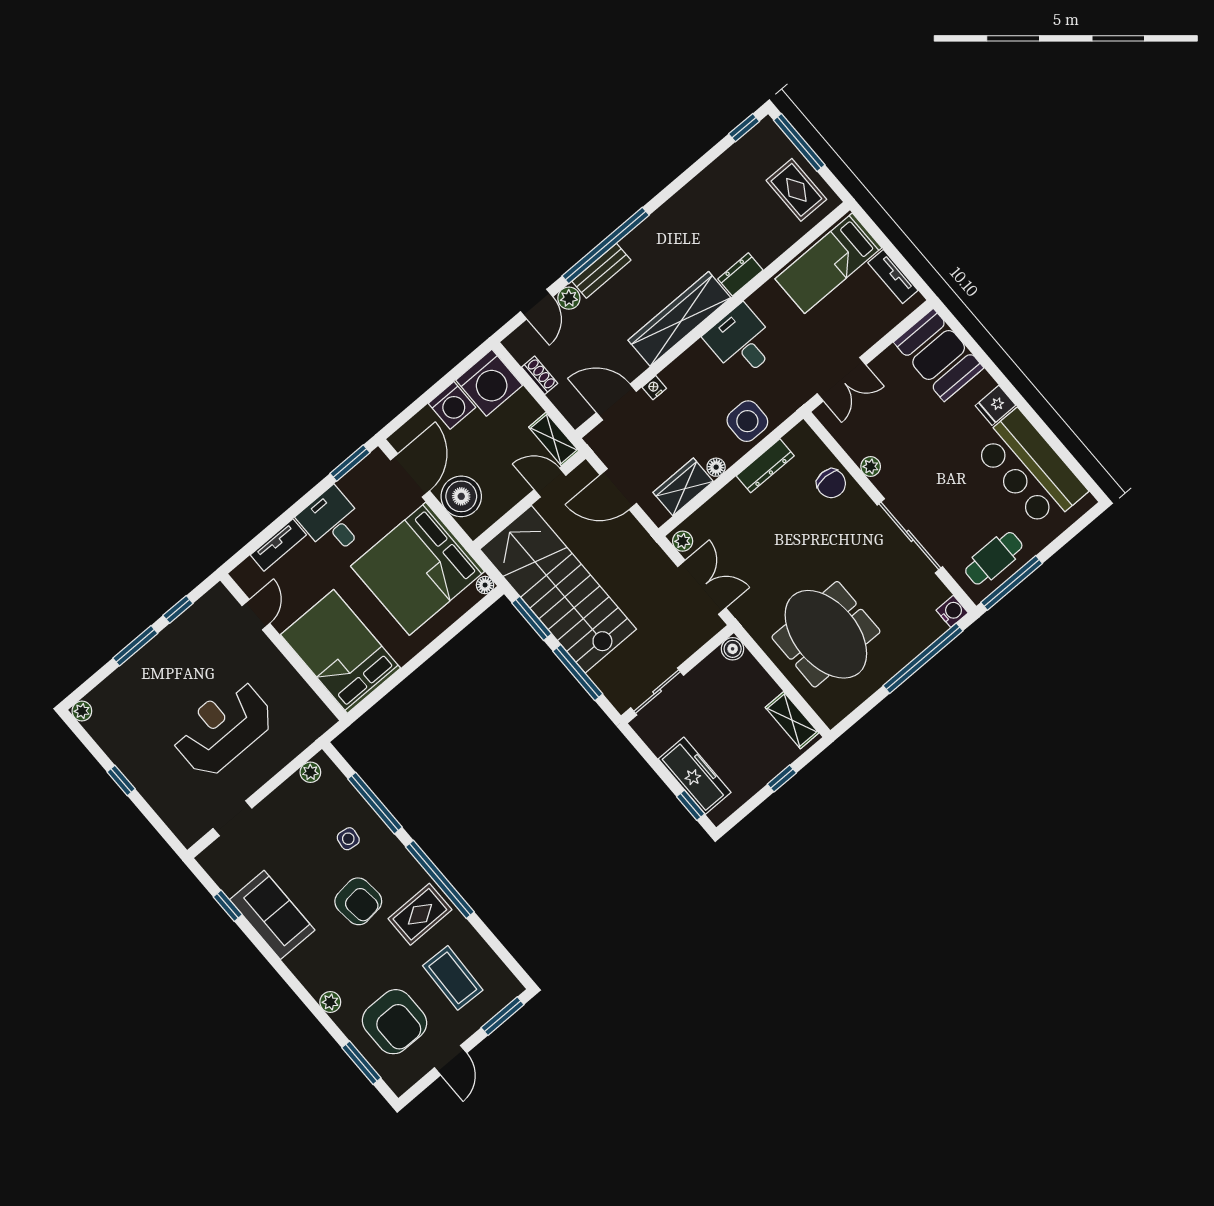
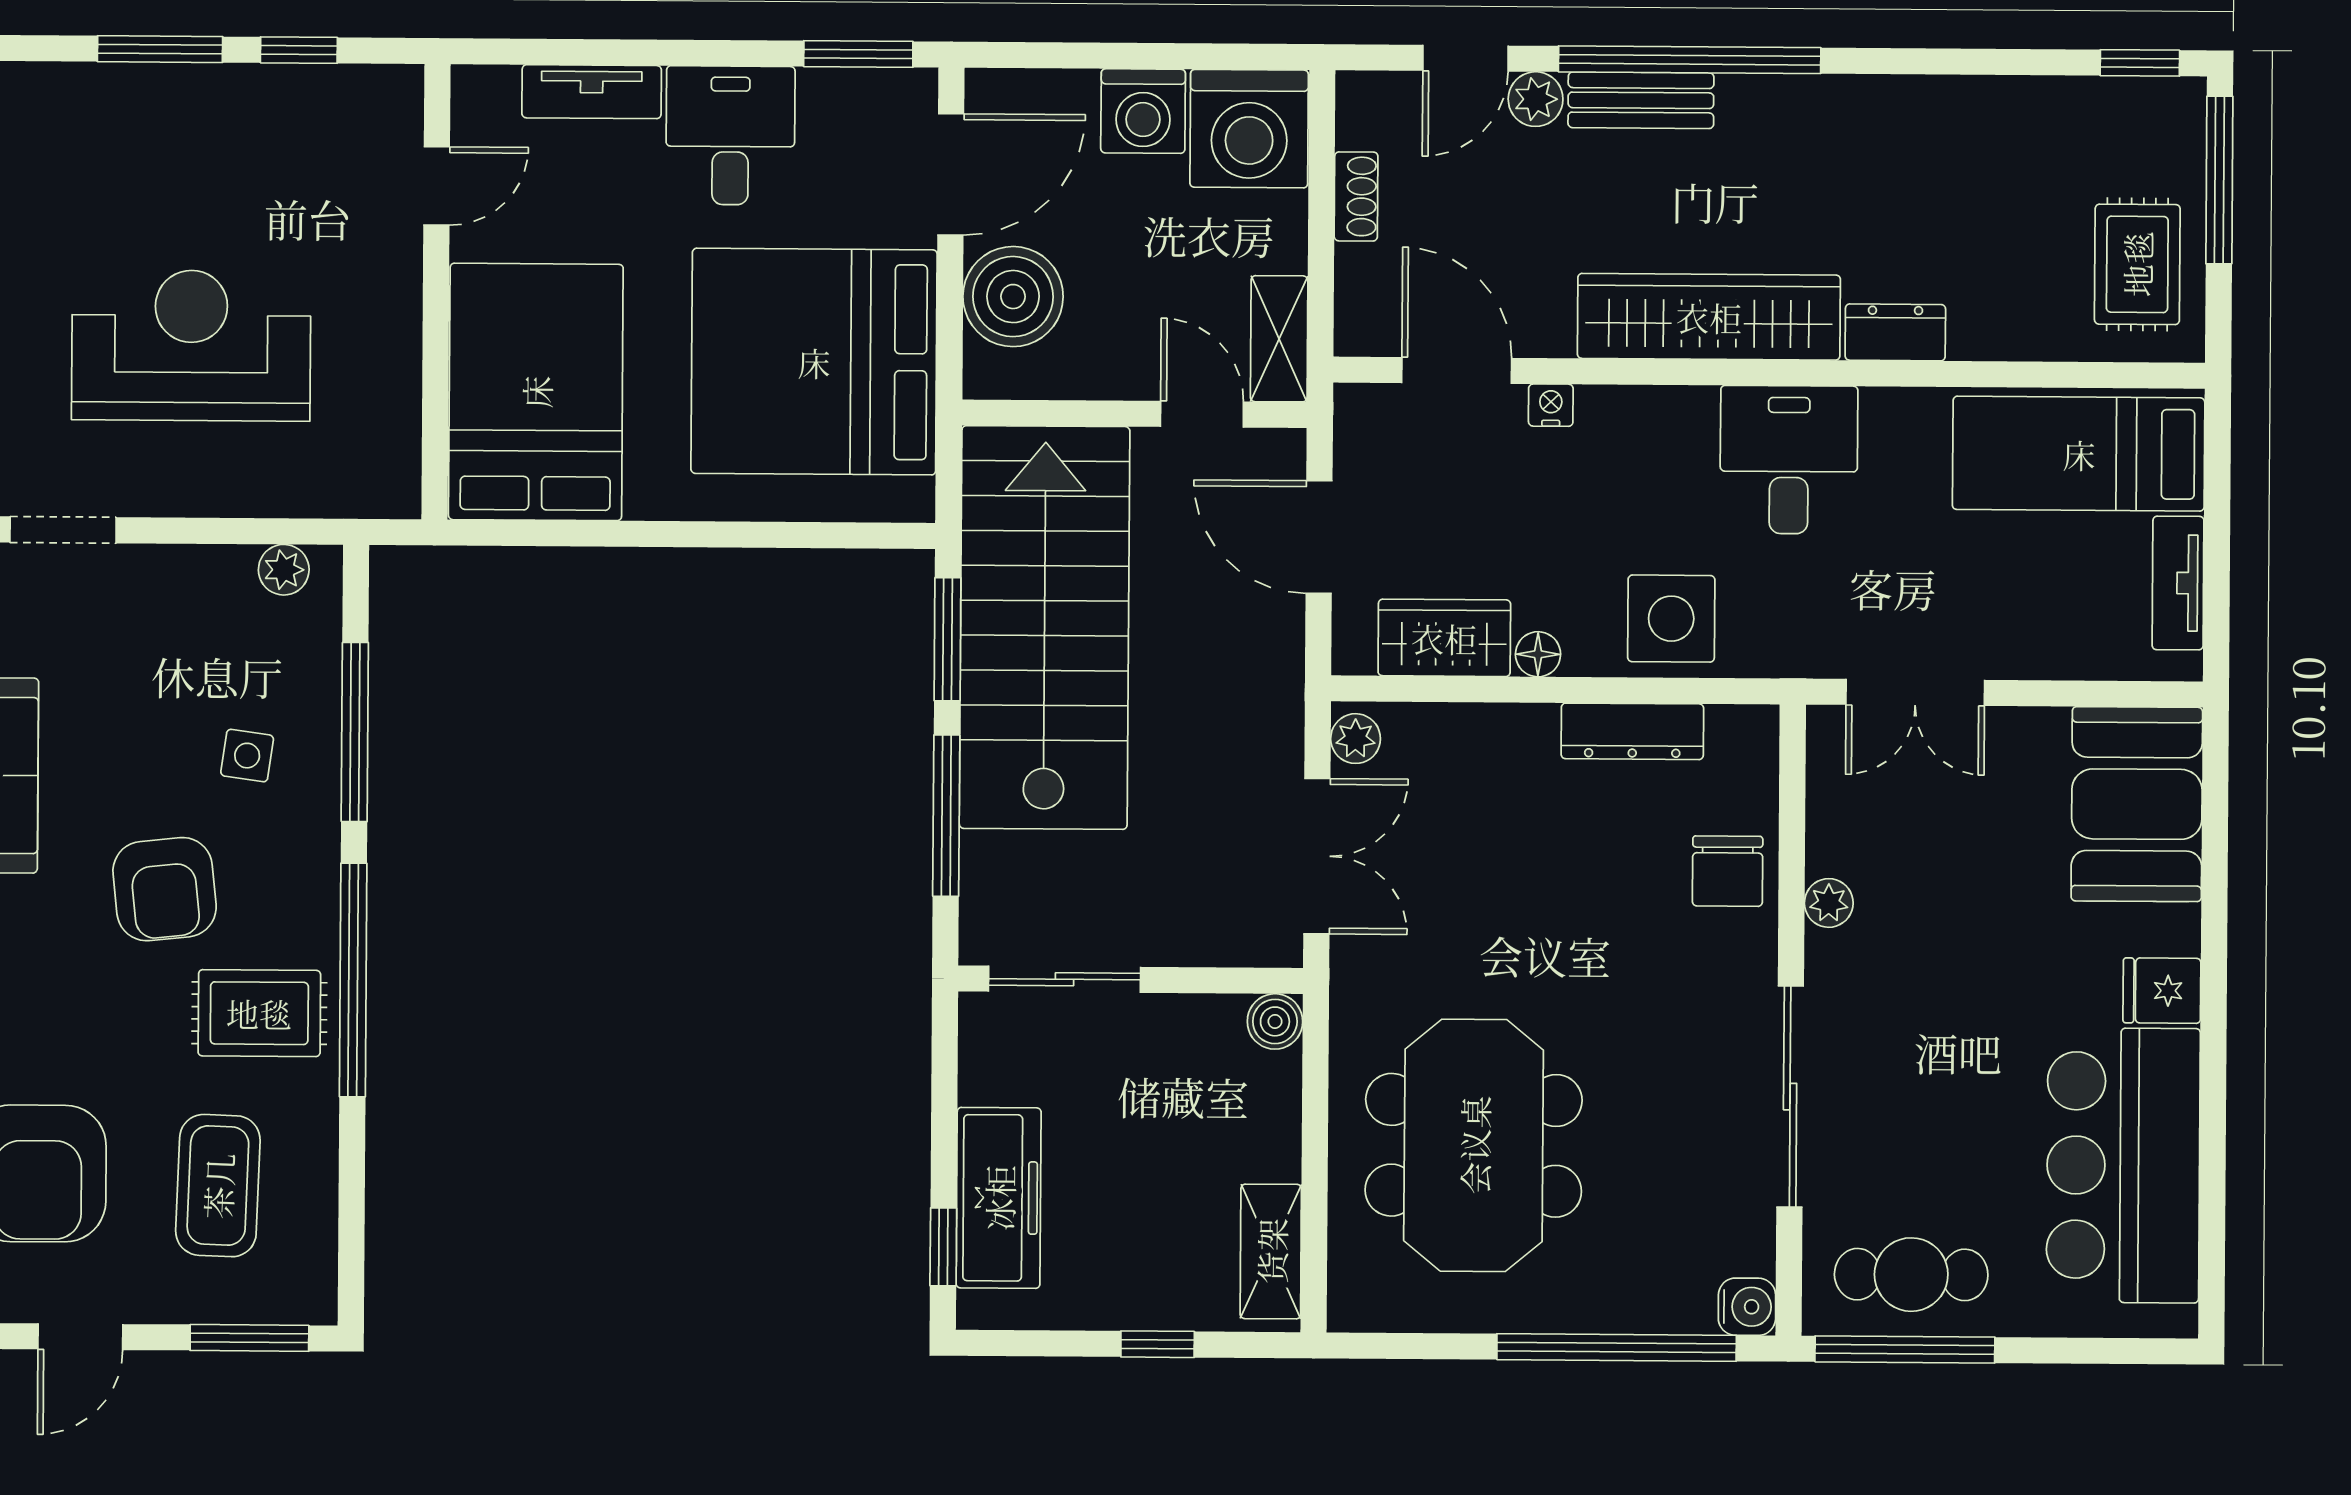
floor lamp: (485, 585) -> (914, 501), removed

